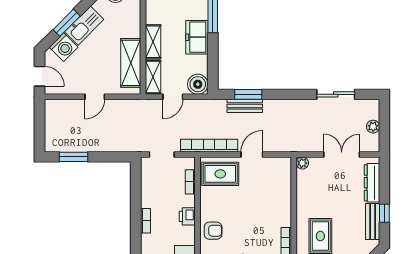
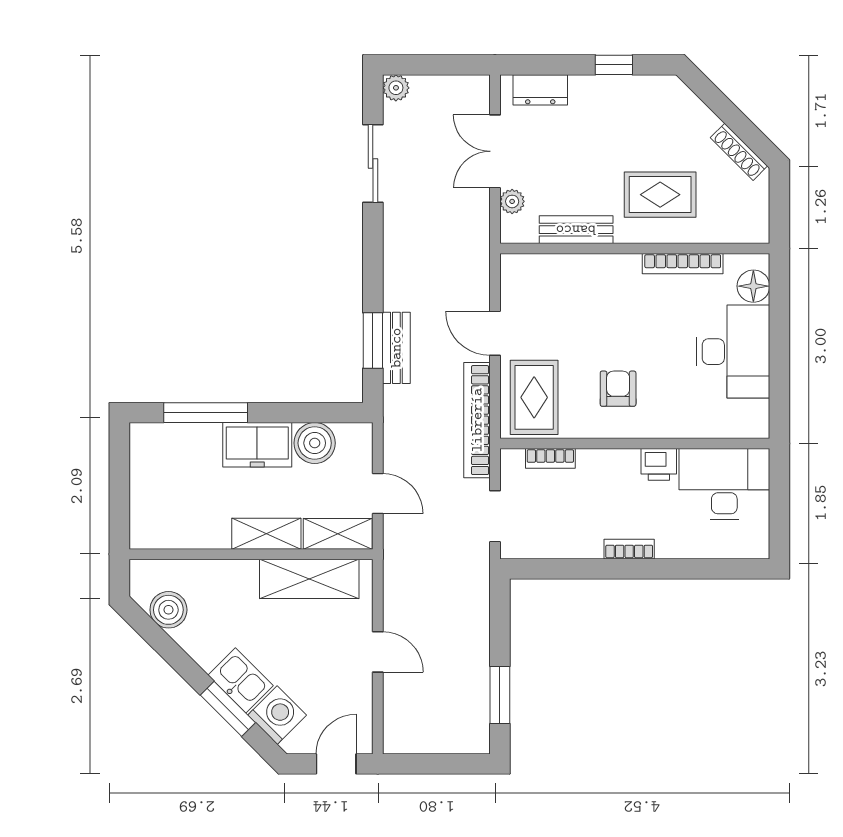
kitchen sink: (84, 26) -> (241, 680), width x0.73
boiler: (198, 84) -> (315, 443), moved
plant: (373, 127) -> (396, 88), moved
plant: (302, 163) -> (512, 201), moved
dresser: (372, 183) -> (540, 90), width x0.70
printer: (187, 216) -> (659, 464), moved
bench: (373, 221) -> (576, 230), moved
armchair: (213, 231) -> (618, 389), moved

